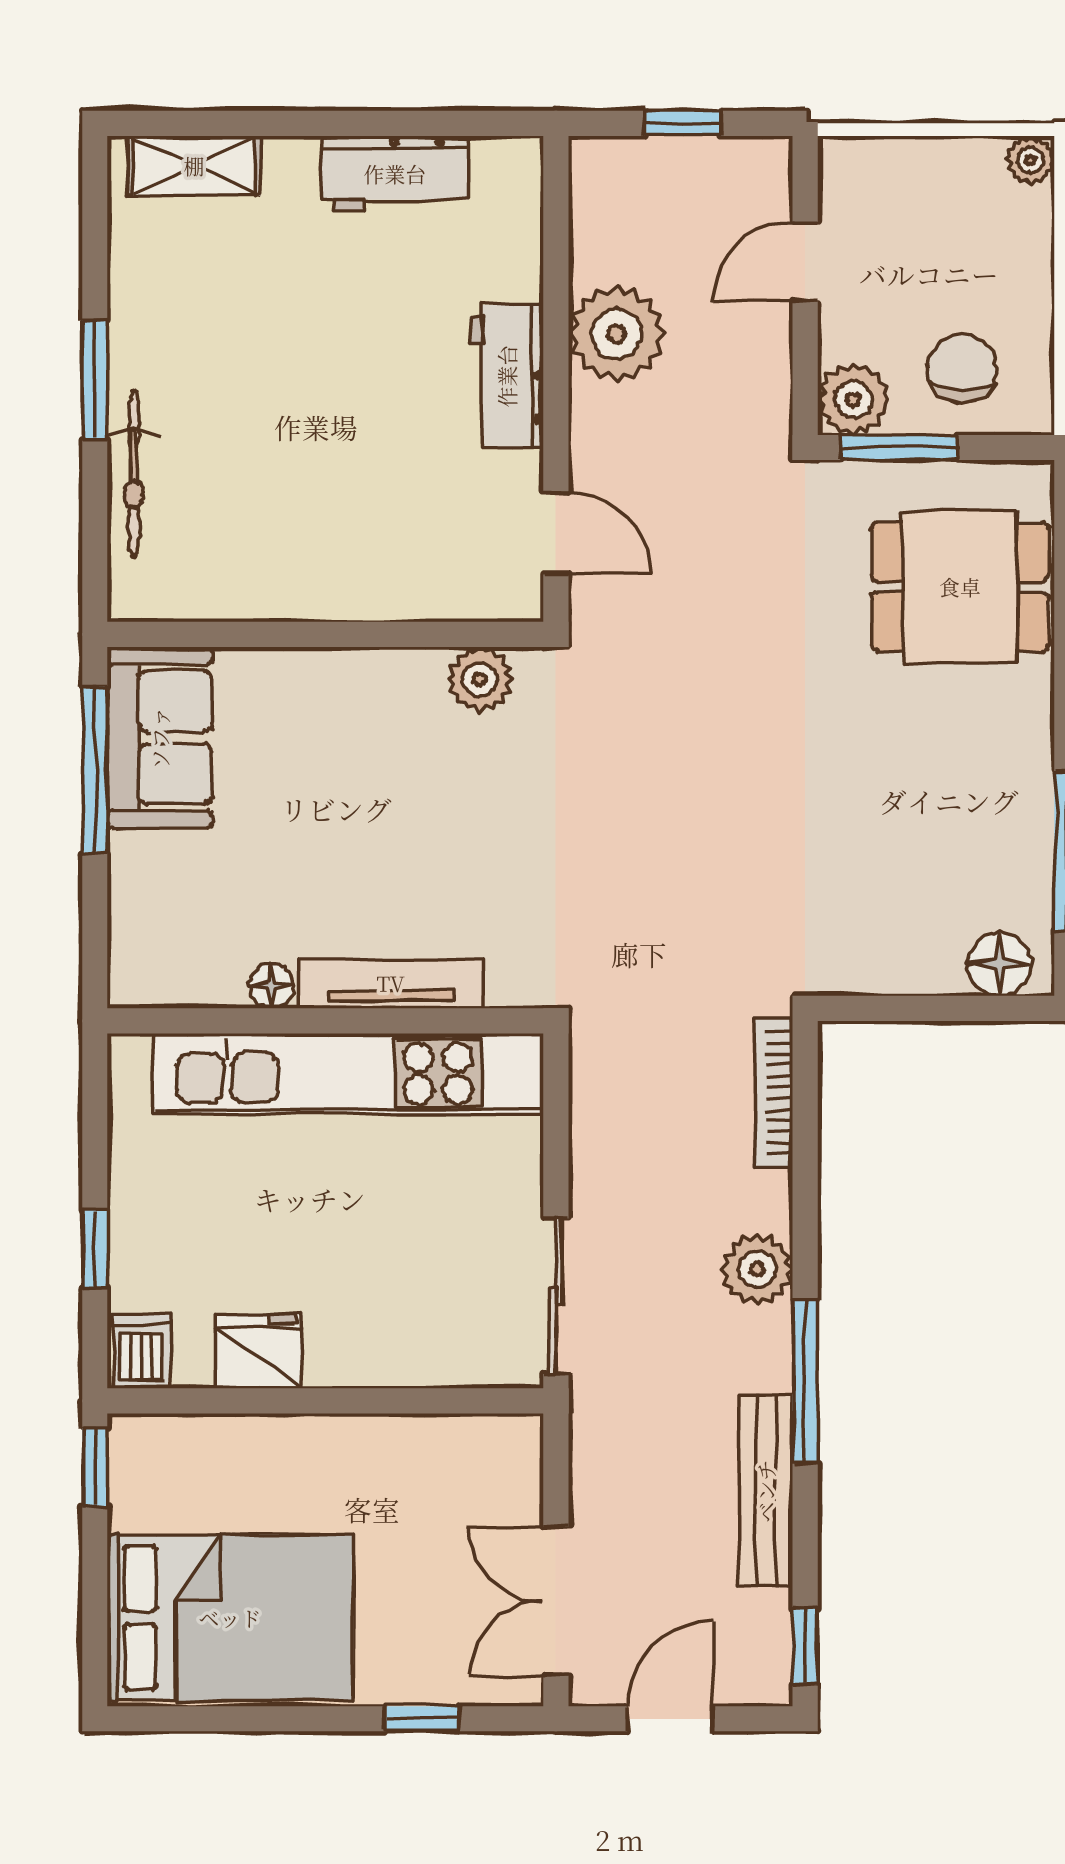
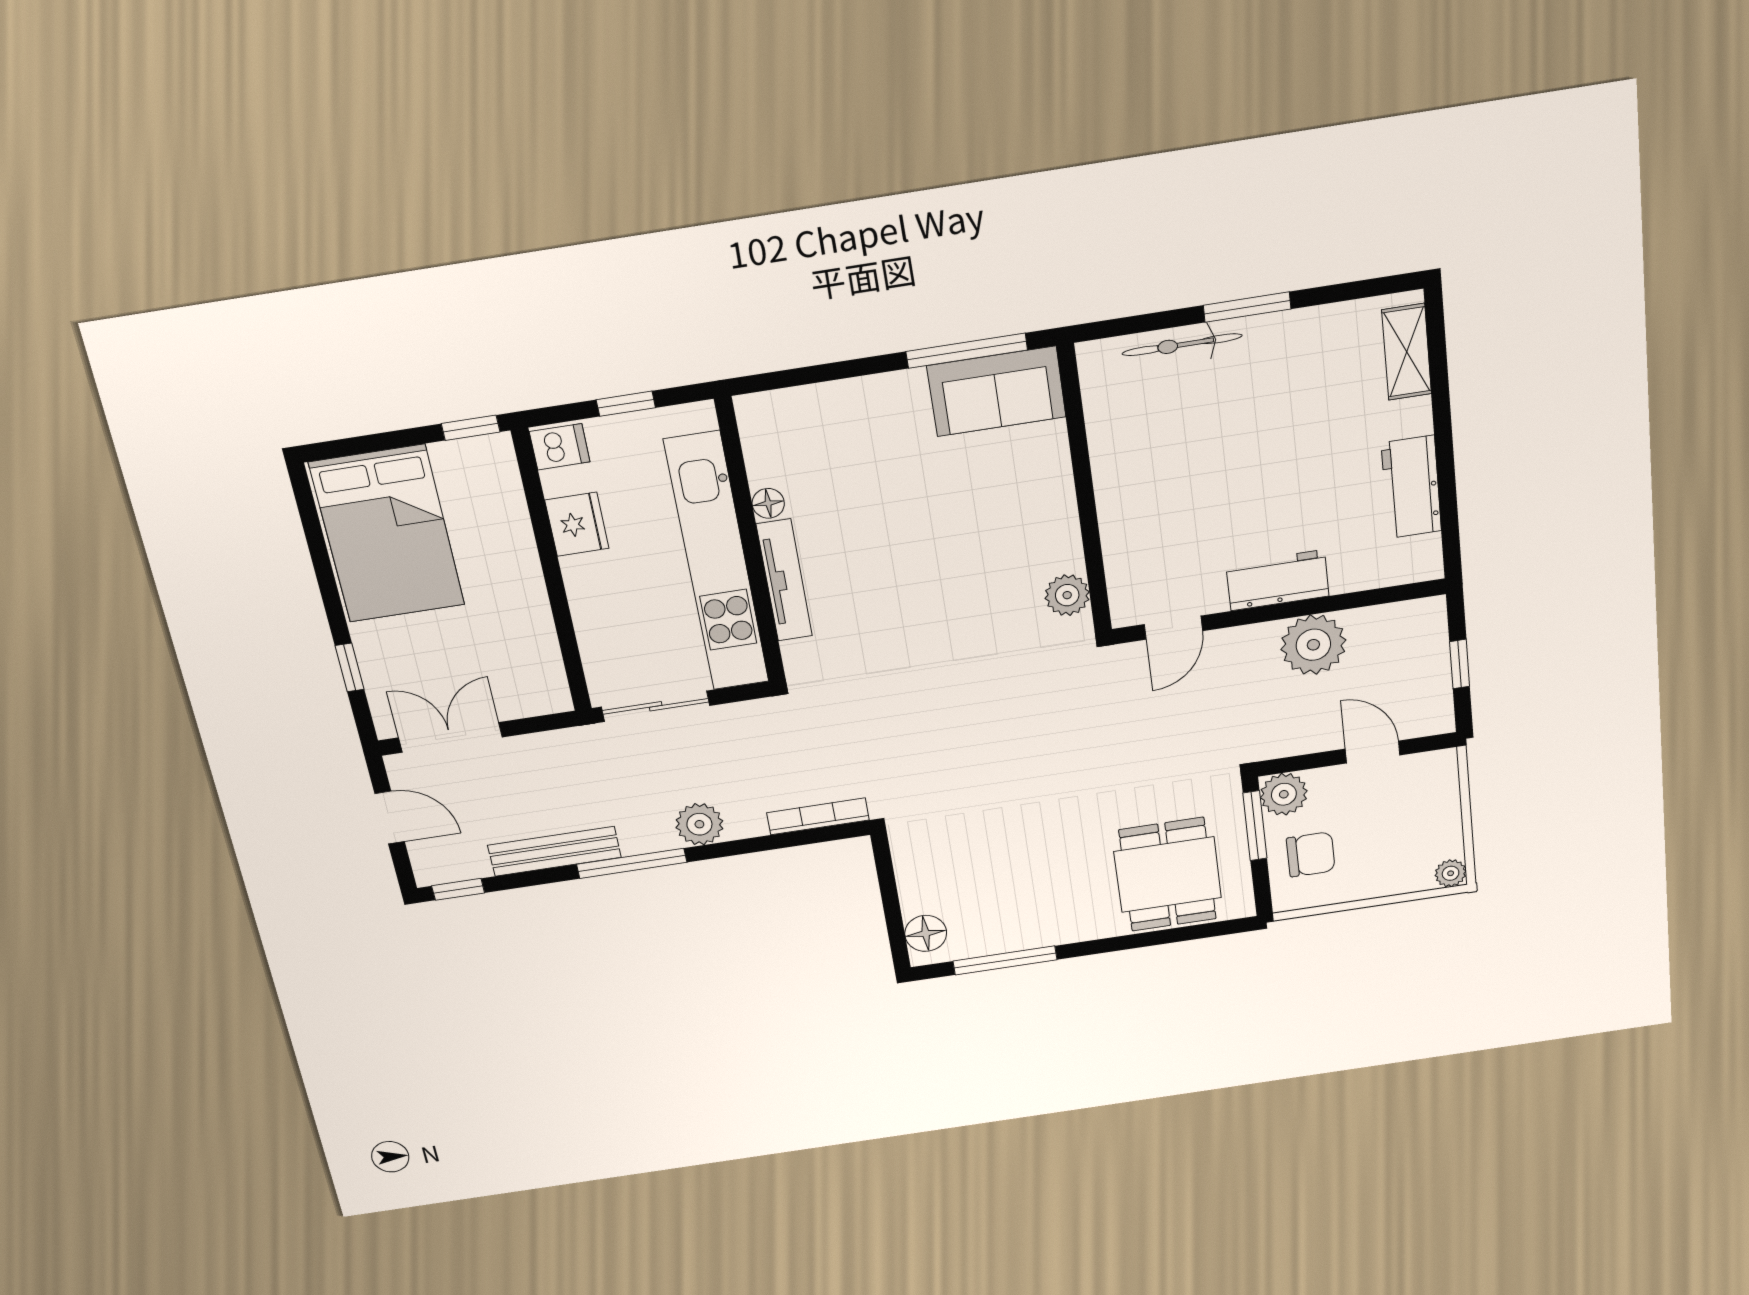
tv unit: (391, 983) -> (784, 580), moved
floor lamp: (272, 986) -> (768, 503), moved
wall: (325, 1021) -> (751, 542), moved
kitchen unit: (348, 1074) -> (717, 563), moved

